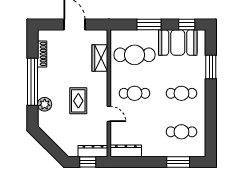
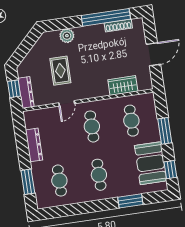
cafe table: (135, 55) -> (131, 121), width x0.73, depth x0.74
window: (33, 82) -> (106, 17), moved
rug: (78, 101) -> (60, 71), moved, turned 90
dresser: (126, 151) -> (34, 145), moved

